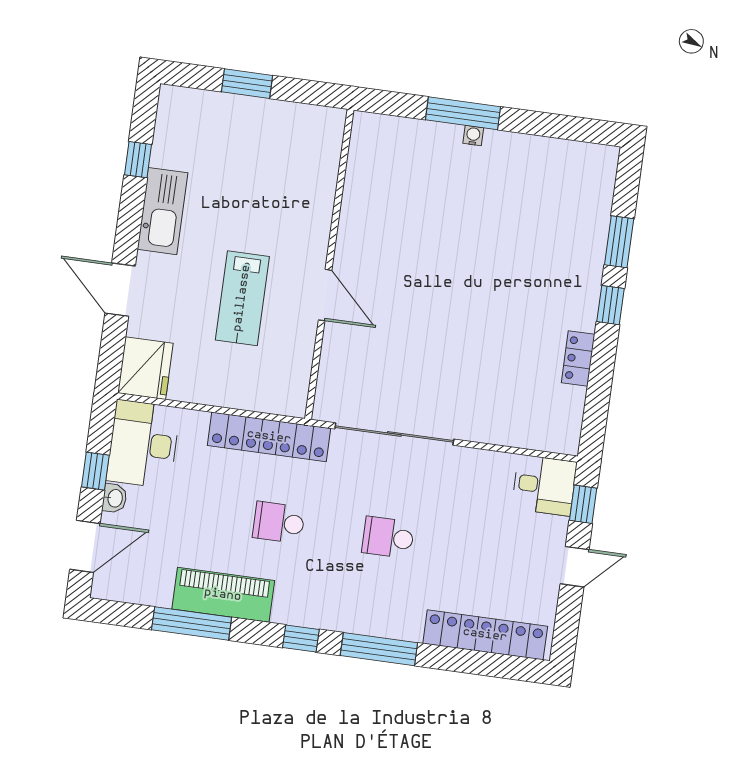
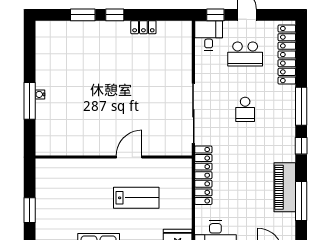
school desk: (279, 522) -> (245, 54), moved, width x1.85

